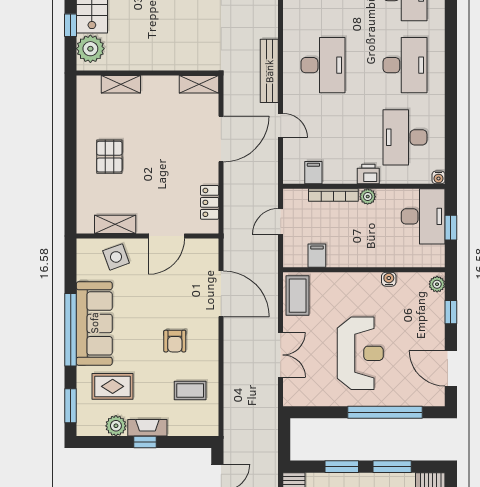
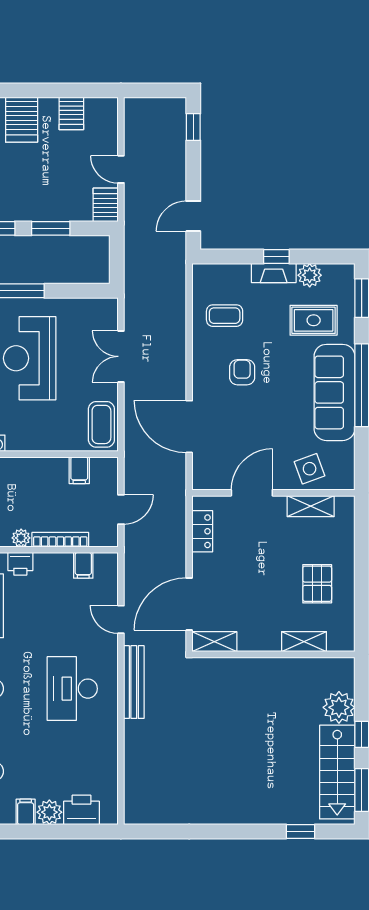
wall: (148, 73) -> (273, 654), moved
shelving: (121, 84) -> (304, 642), moved
shelving: (199, 84) -> (214, 642), moved

